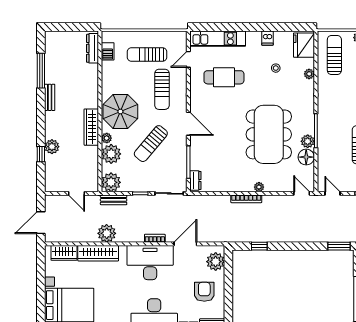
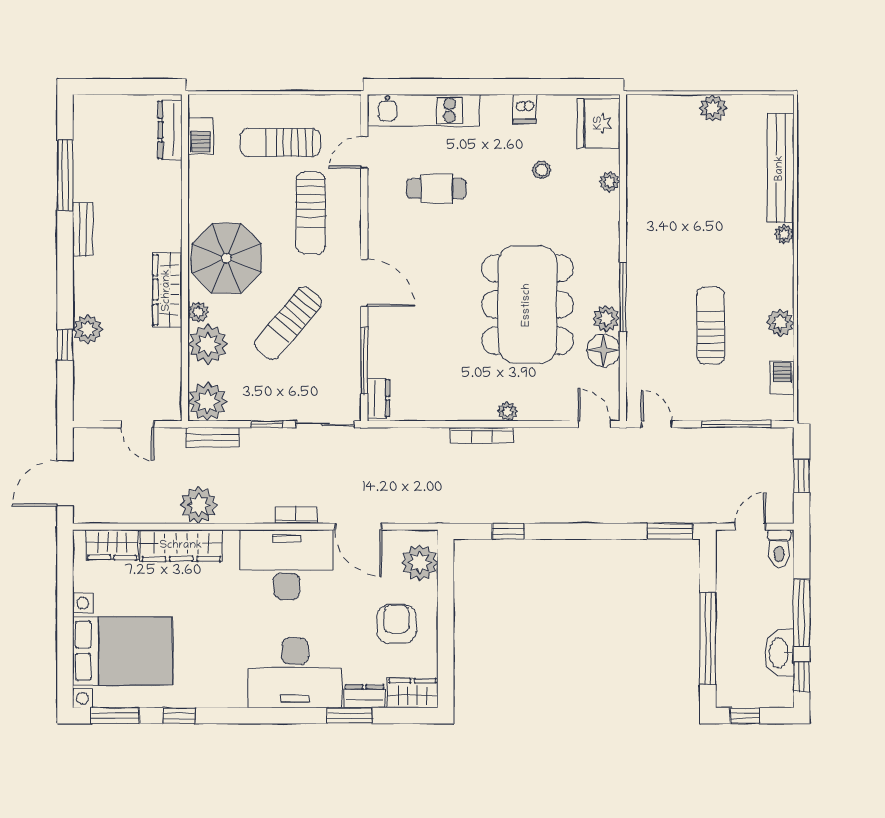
sun lounger: (334, 55) -> (661, 143), removed
cafe table: (224, 77) -> (437, 189), width x0.73, depth x0.74
door: (185, 244) -> (358, 527), swing flipped

